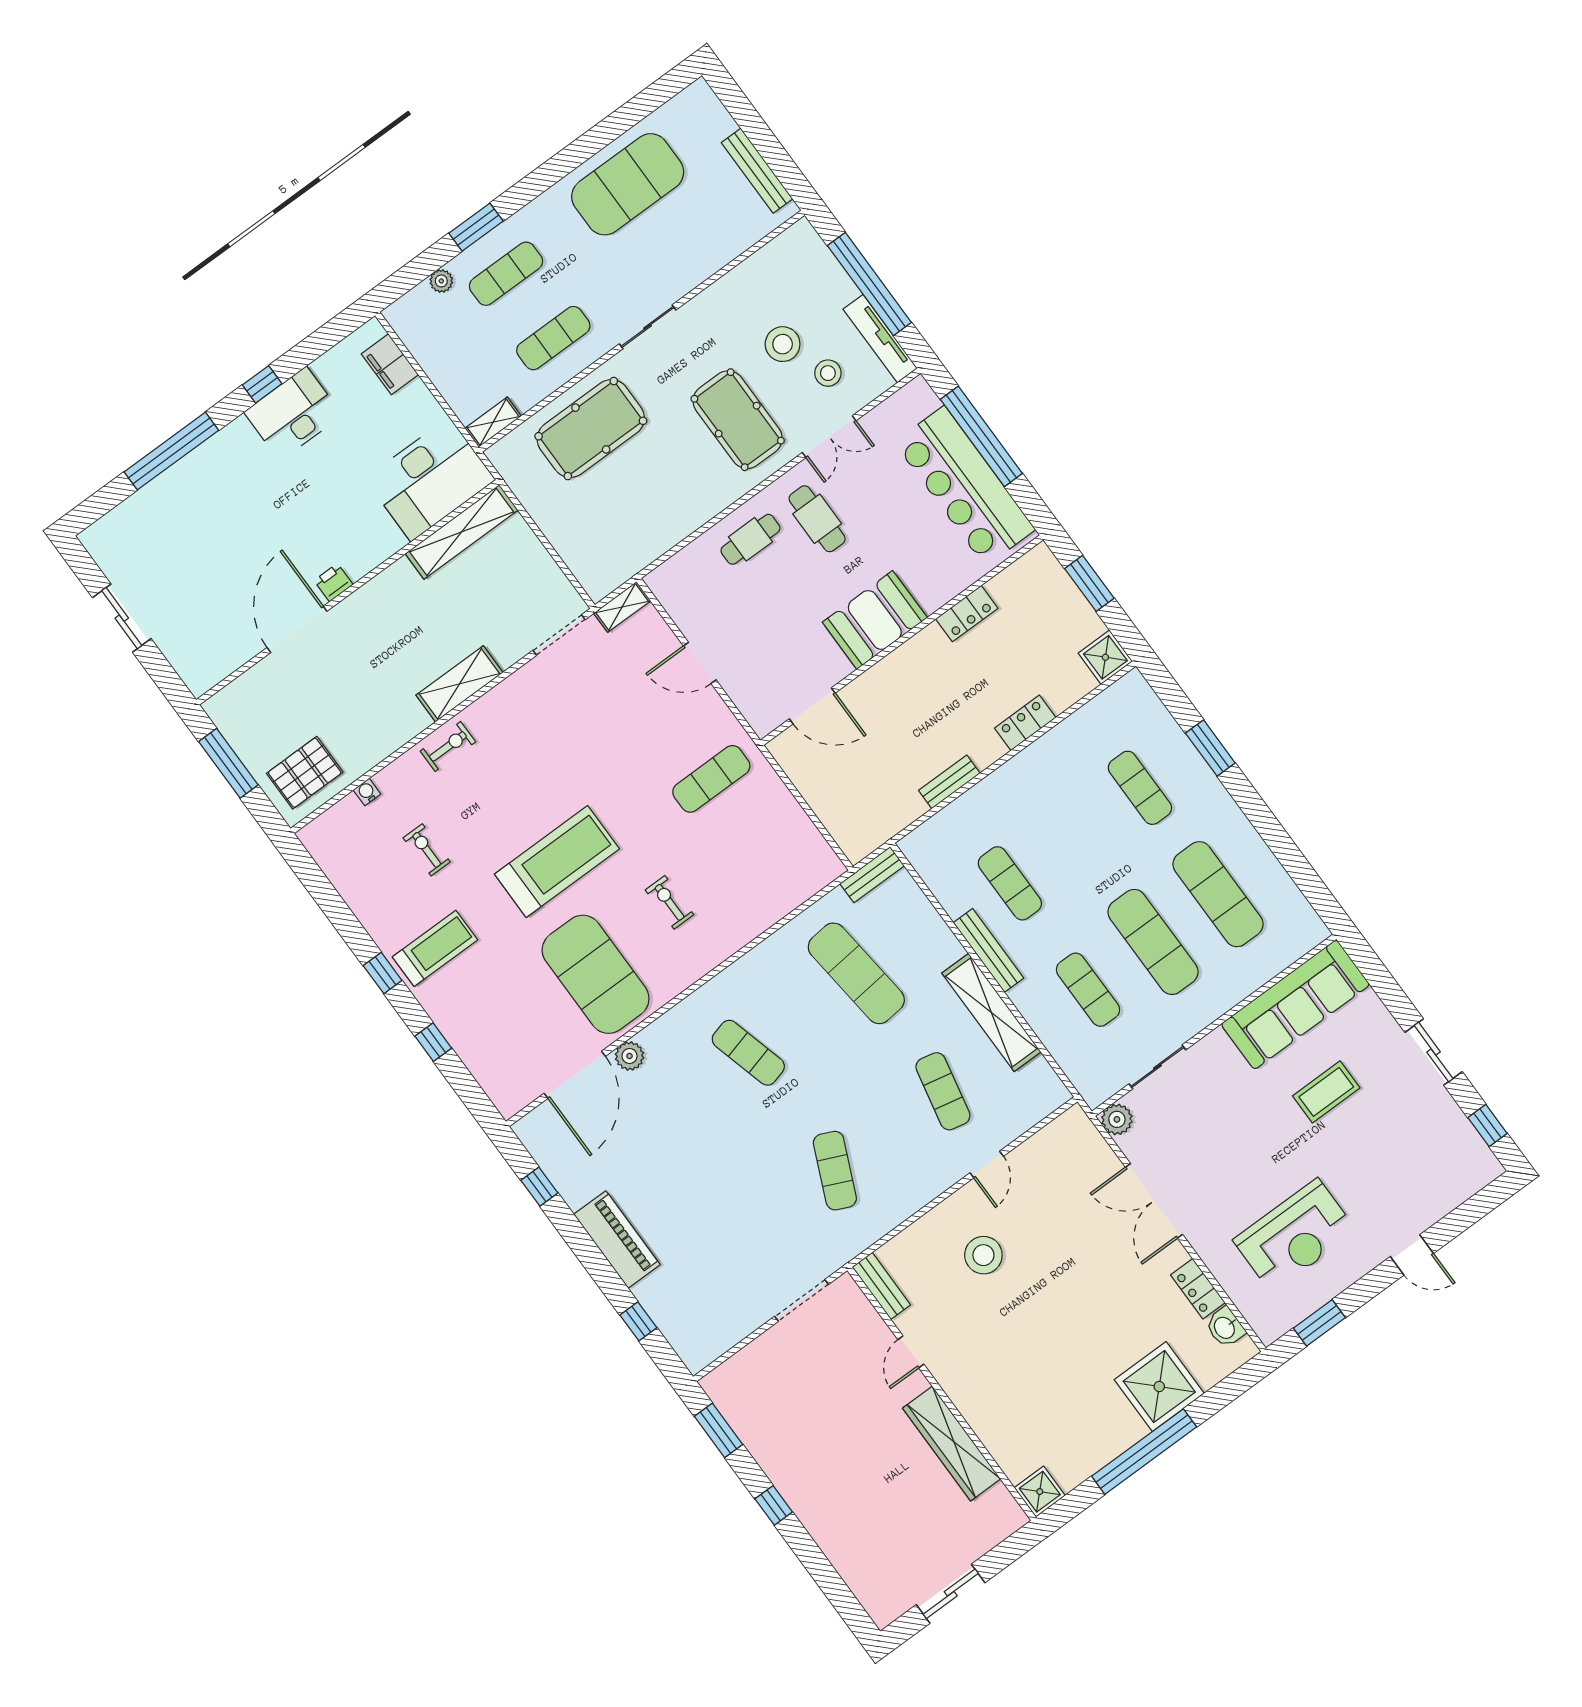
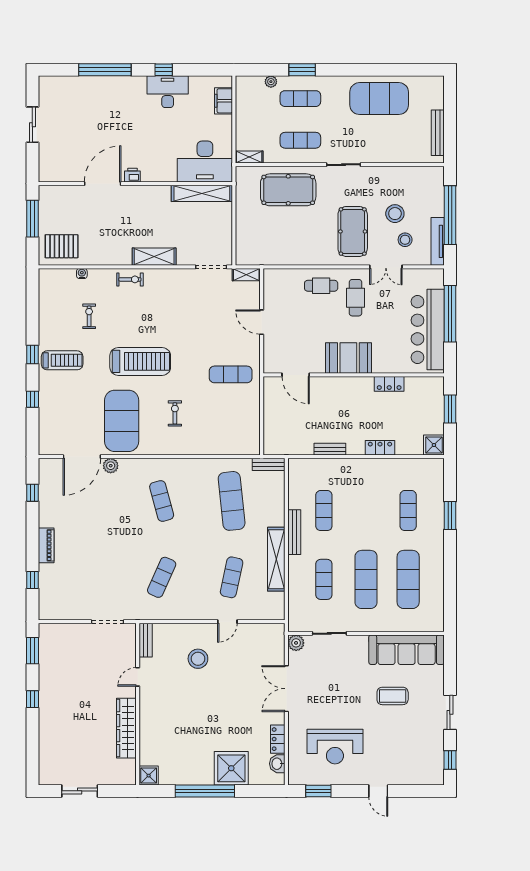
piano: (617, 1239) -> (46, 545), width x0.73, depth x0.75

